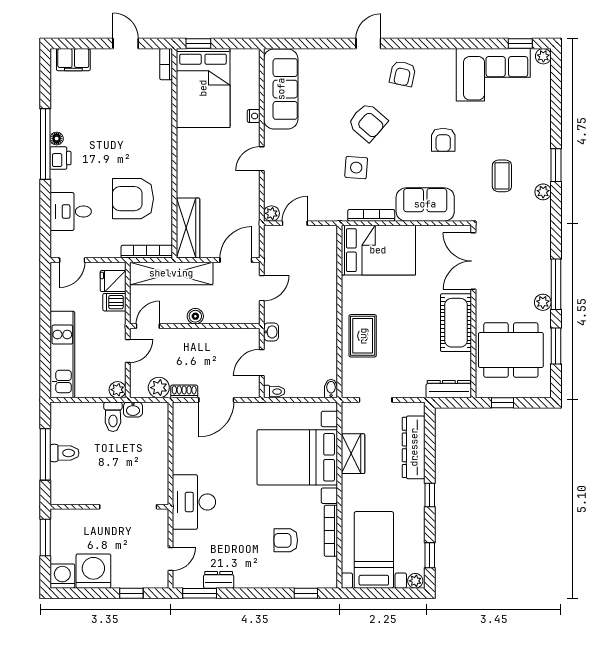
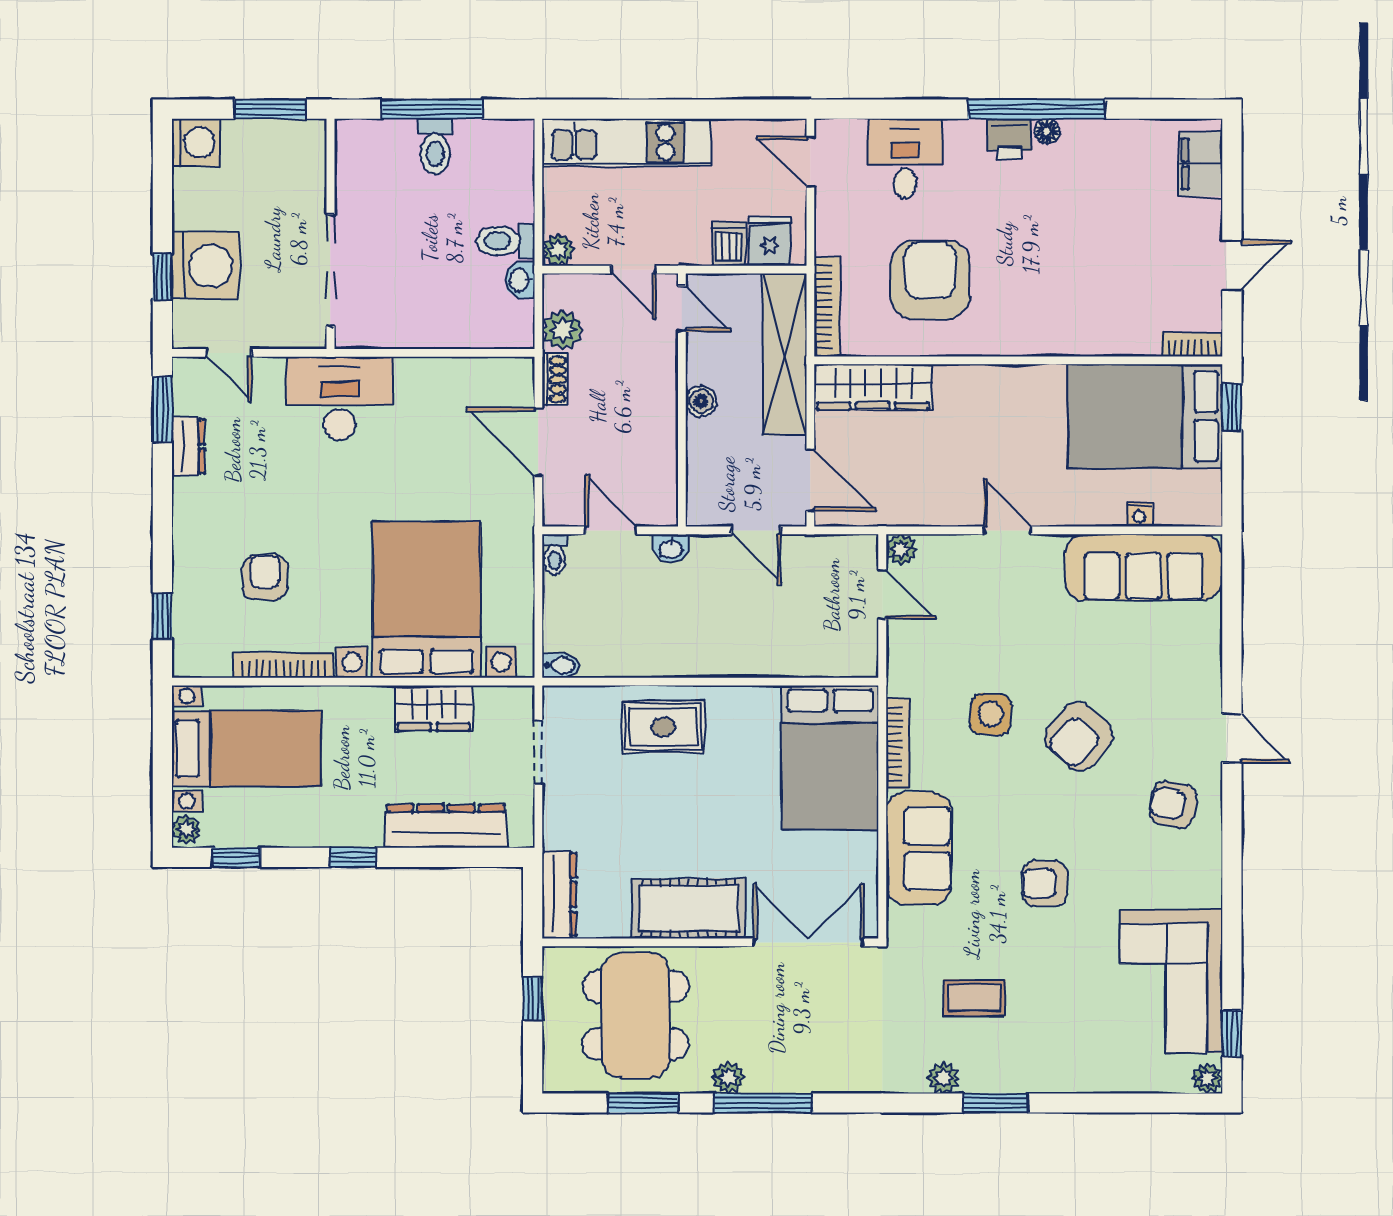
nightstand: (254, 116) -> (1139, 515), moved
washing machine: (93, 571) -> (205, 266), moved

